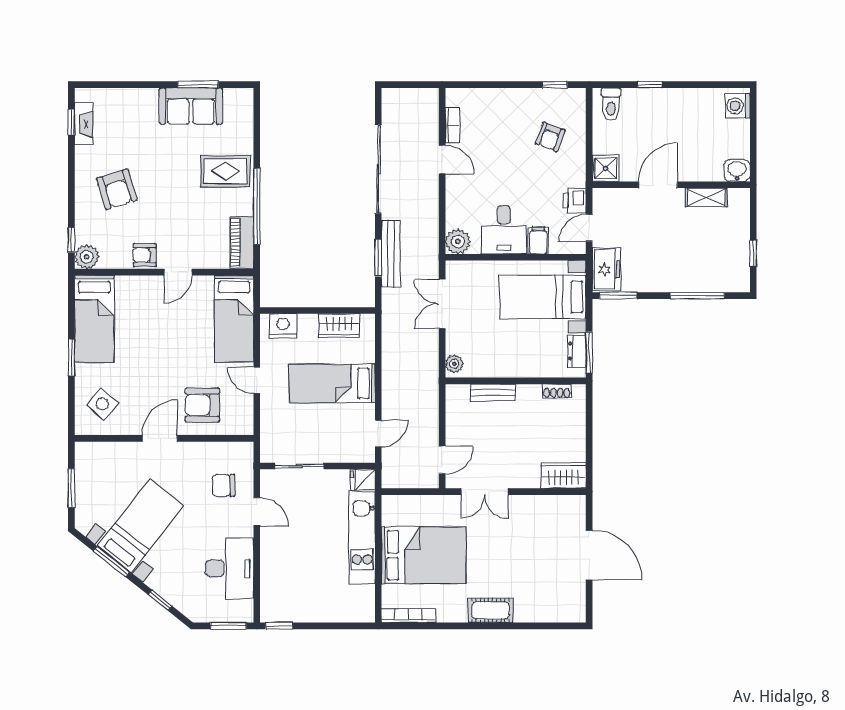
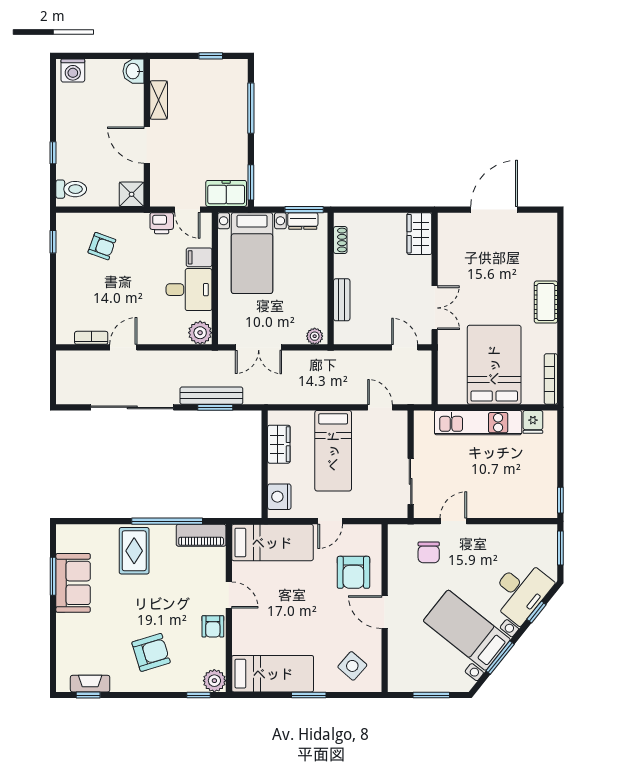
fridge: (363, 480) -> (533, 422), moved
desk: (230, 568) -> (521, 591), moved, turned 129

